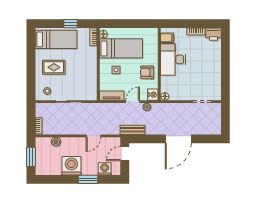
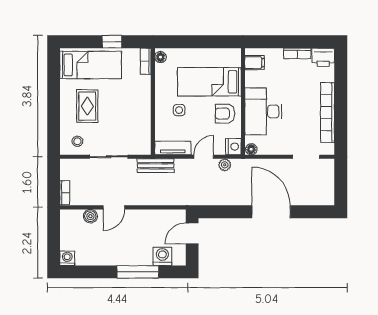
bed: (121, 48) -> (209, 82), moved, turned 180
desk: (173, 59) -> (263, 111), moved
rug: (54, 67) -> (87, 106), turned 90
bookcase: (216, 72) -> (328, 113), added
bench: (133, 130) -> (156, 166), moved
door: (94, 136) -> (114, 207), moved
door: (178, 139) -> (271, 212), swing flipped
window: (31, 157) -> (54, 239), removed
washing machine: (71, 166) -> (67, 258), moved, width x0.53, depth x0.53
window: (88, 179) -> (138, 272), width x1.44

